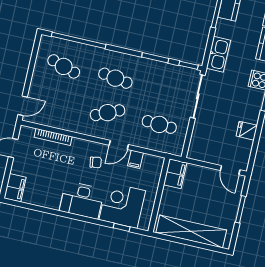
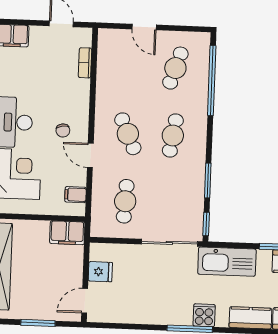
kitchen sink: (218, 54) -> (227, 262), width x1.36, depth x1.24
door: (23, 106) -> (144, 27), moved
fridge: (247, 131) -> (100, 272), moved, turned 90
bookcase: (53, 137) -> (85, 63), width x0.64
filing cabinet: (135, 159) -> (76, 195), moved

